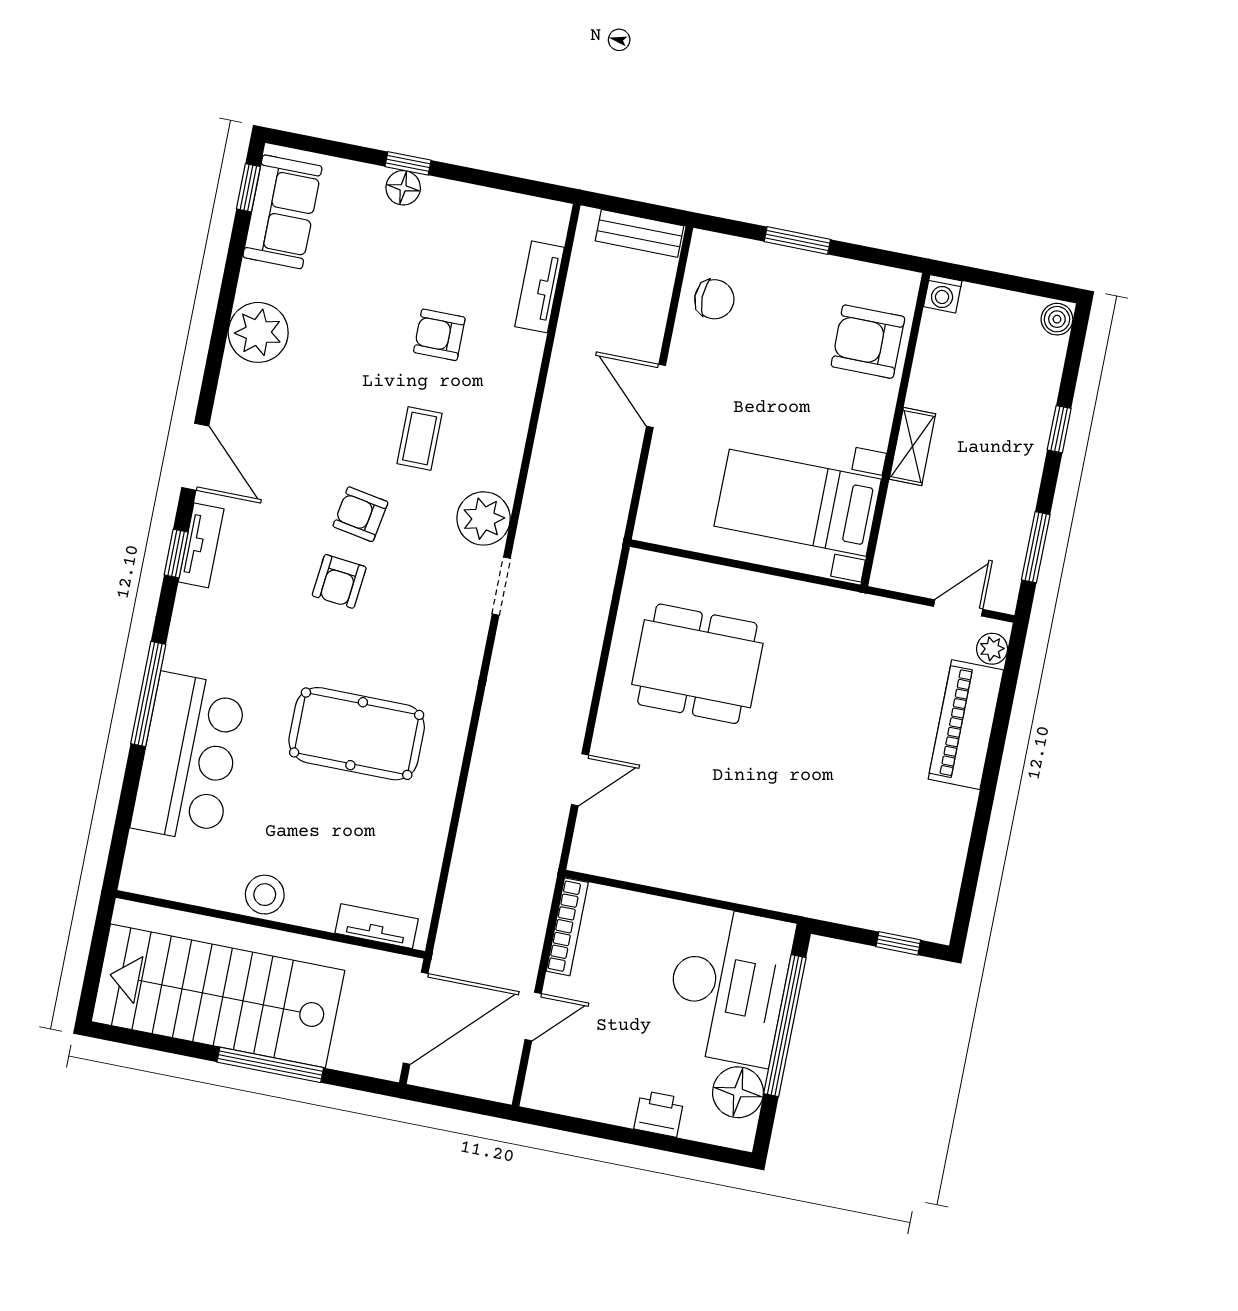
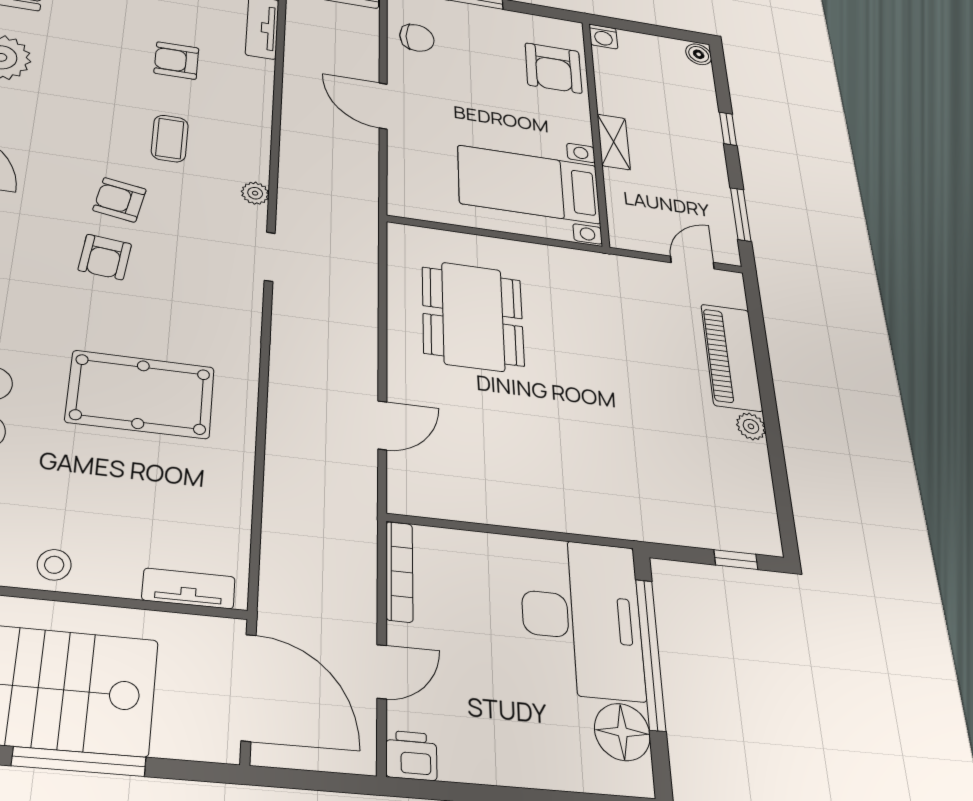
armchair: (868, 342) -> (553, 68), turned -90
plant: (484, 518) -> (255, 193), width x0.53, depth x0.53
plant: (992, 649) -> (751, 426), moved
dining table: (697, 664) -> (473, 316), turned 90
stool: (265, 895) -> (54, 565), width x0.73, depth x0.73
door: (416, 1018) -> (249, 687), hinge flipped
printer: (659, 1114) -> (411, 756), moved

